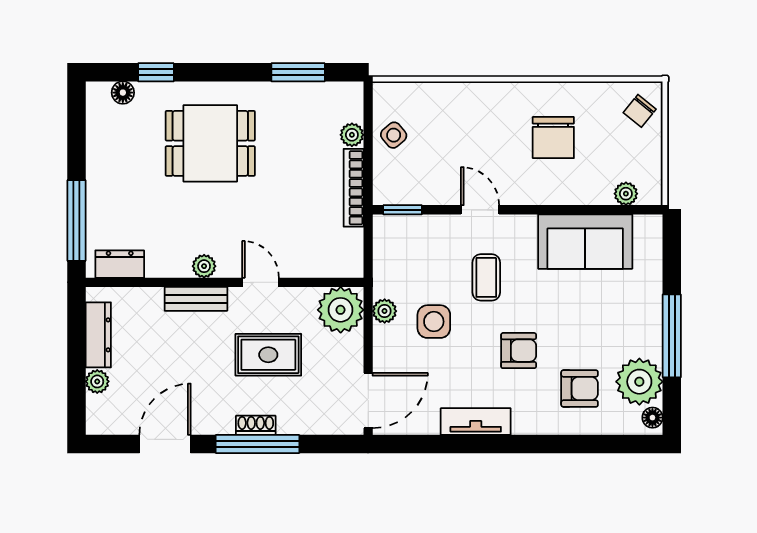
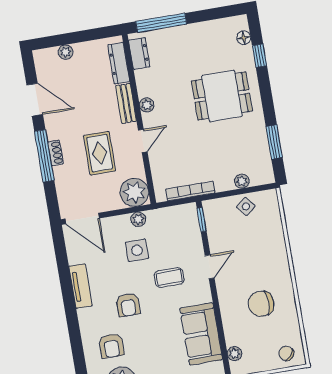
dining table: (210, 143) -> (222, 96), turned 90
bookcase: (354, 188) -> (190, 191), moved
dresser: (98, 335) -> (119, 63), moved, turned 90

